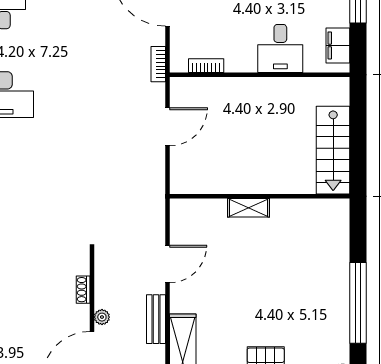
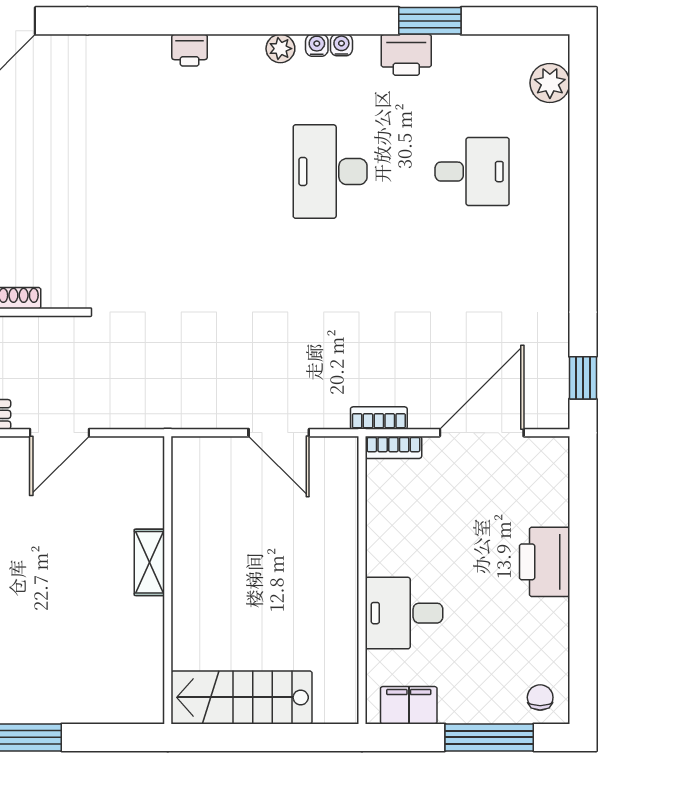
bookcase: (206, 66) -> (393, 447), moved, turned 90
door: (167, 264) -> (60, 433), hinge flipped

